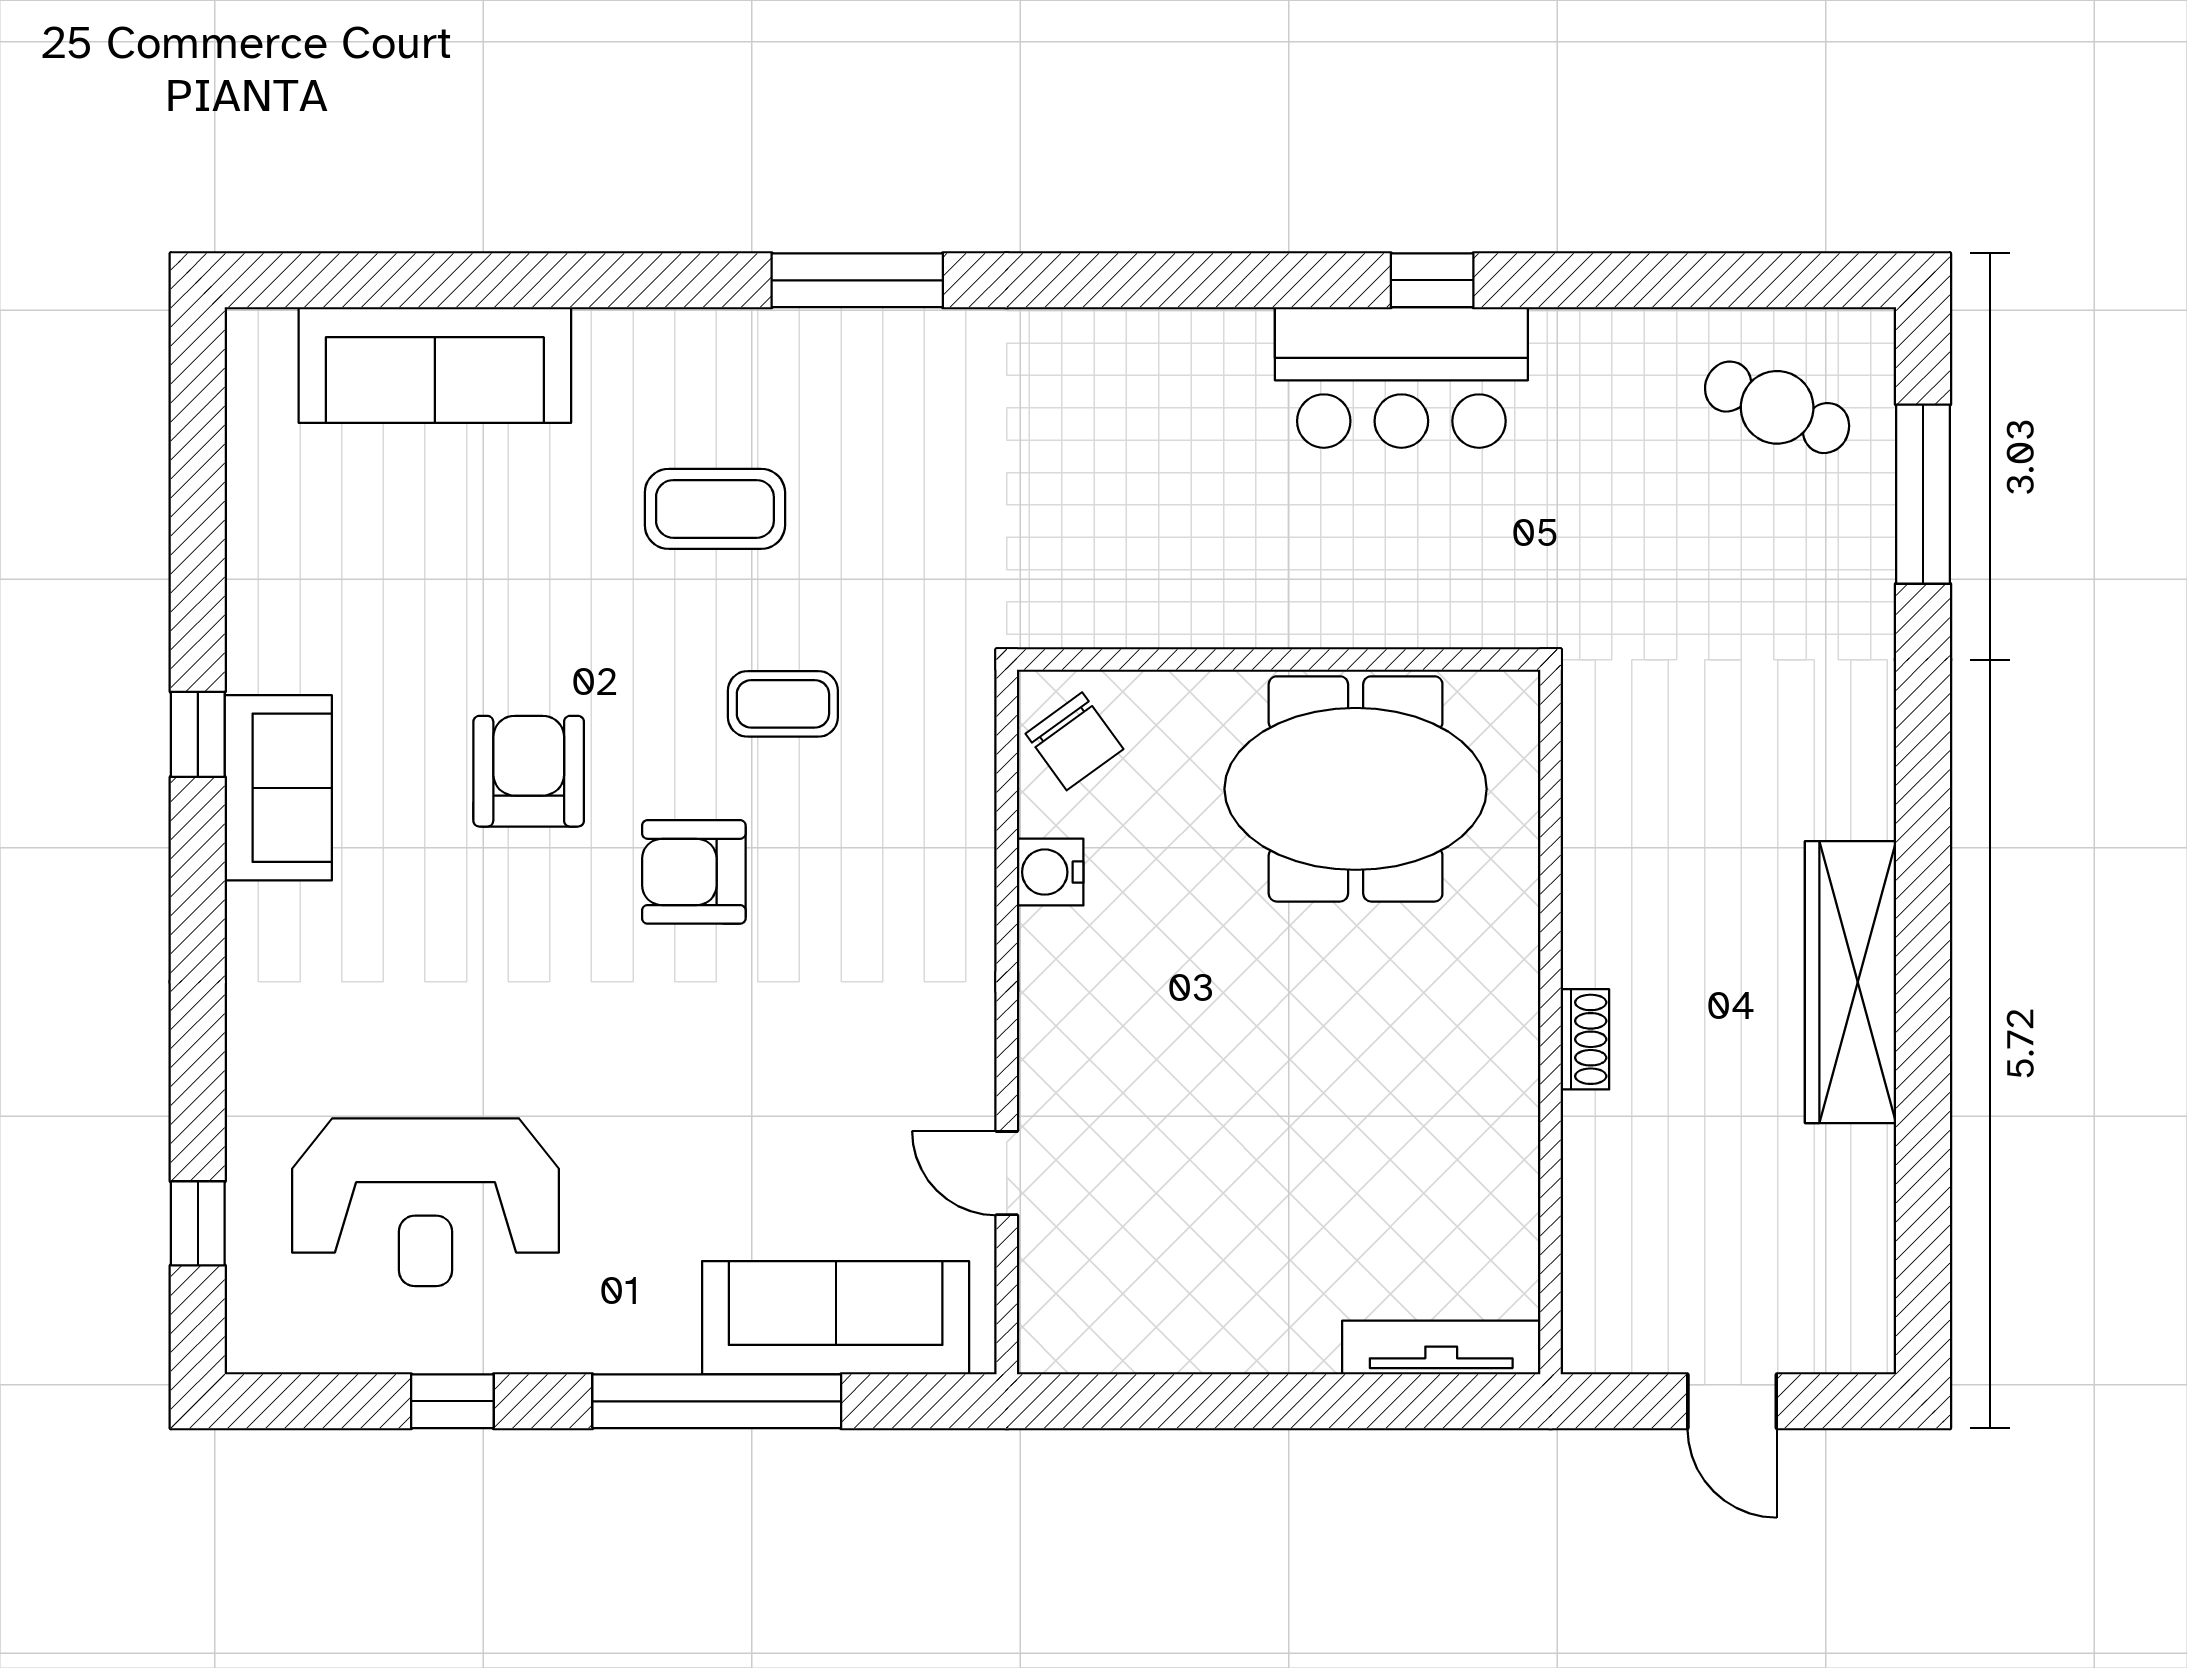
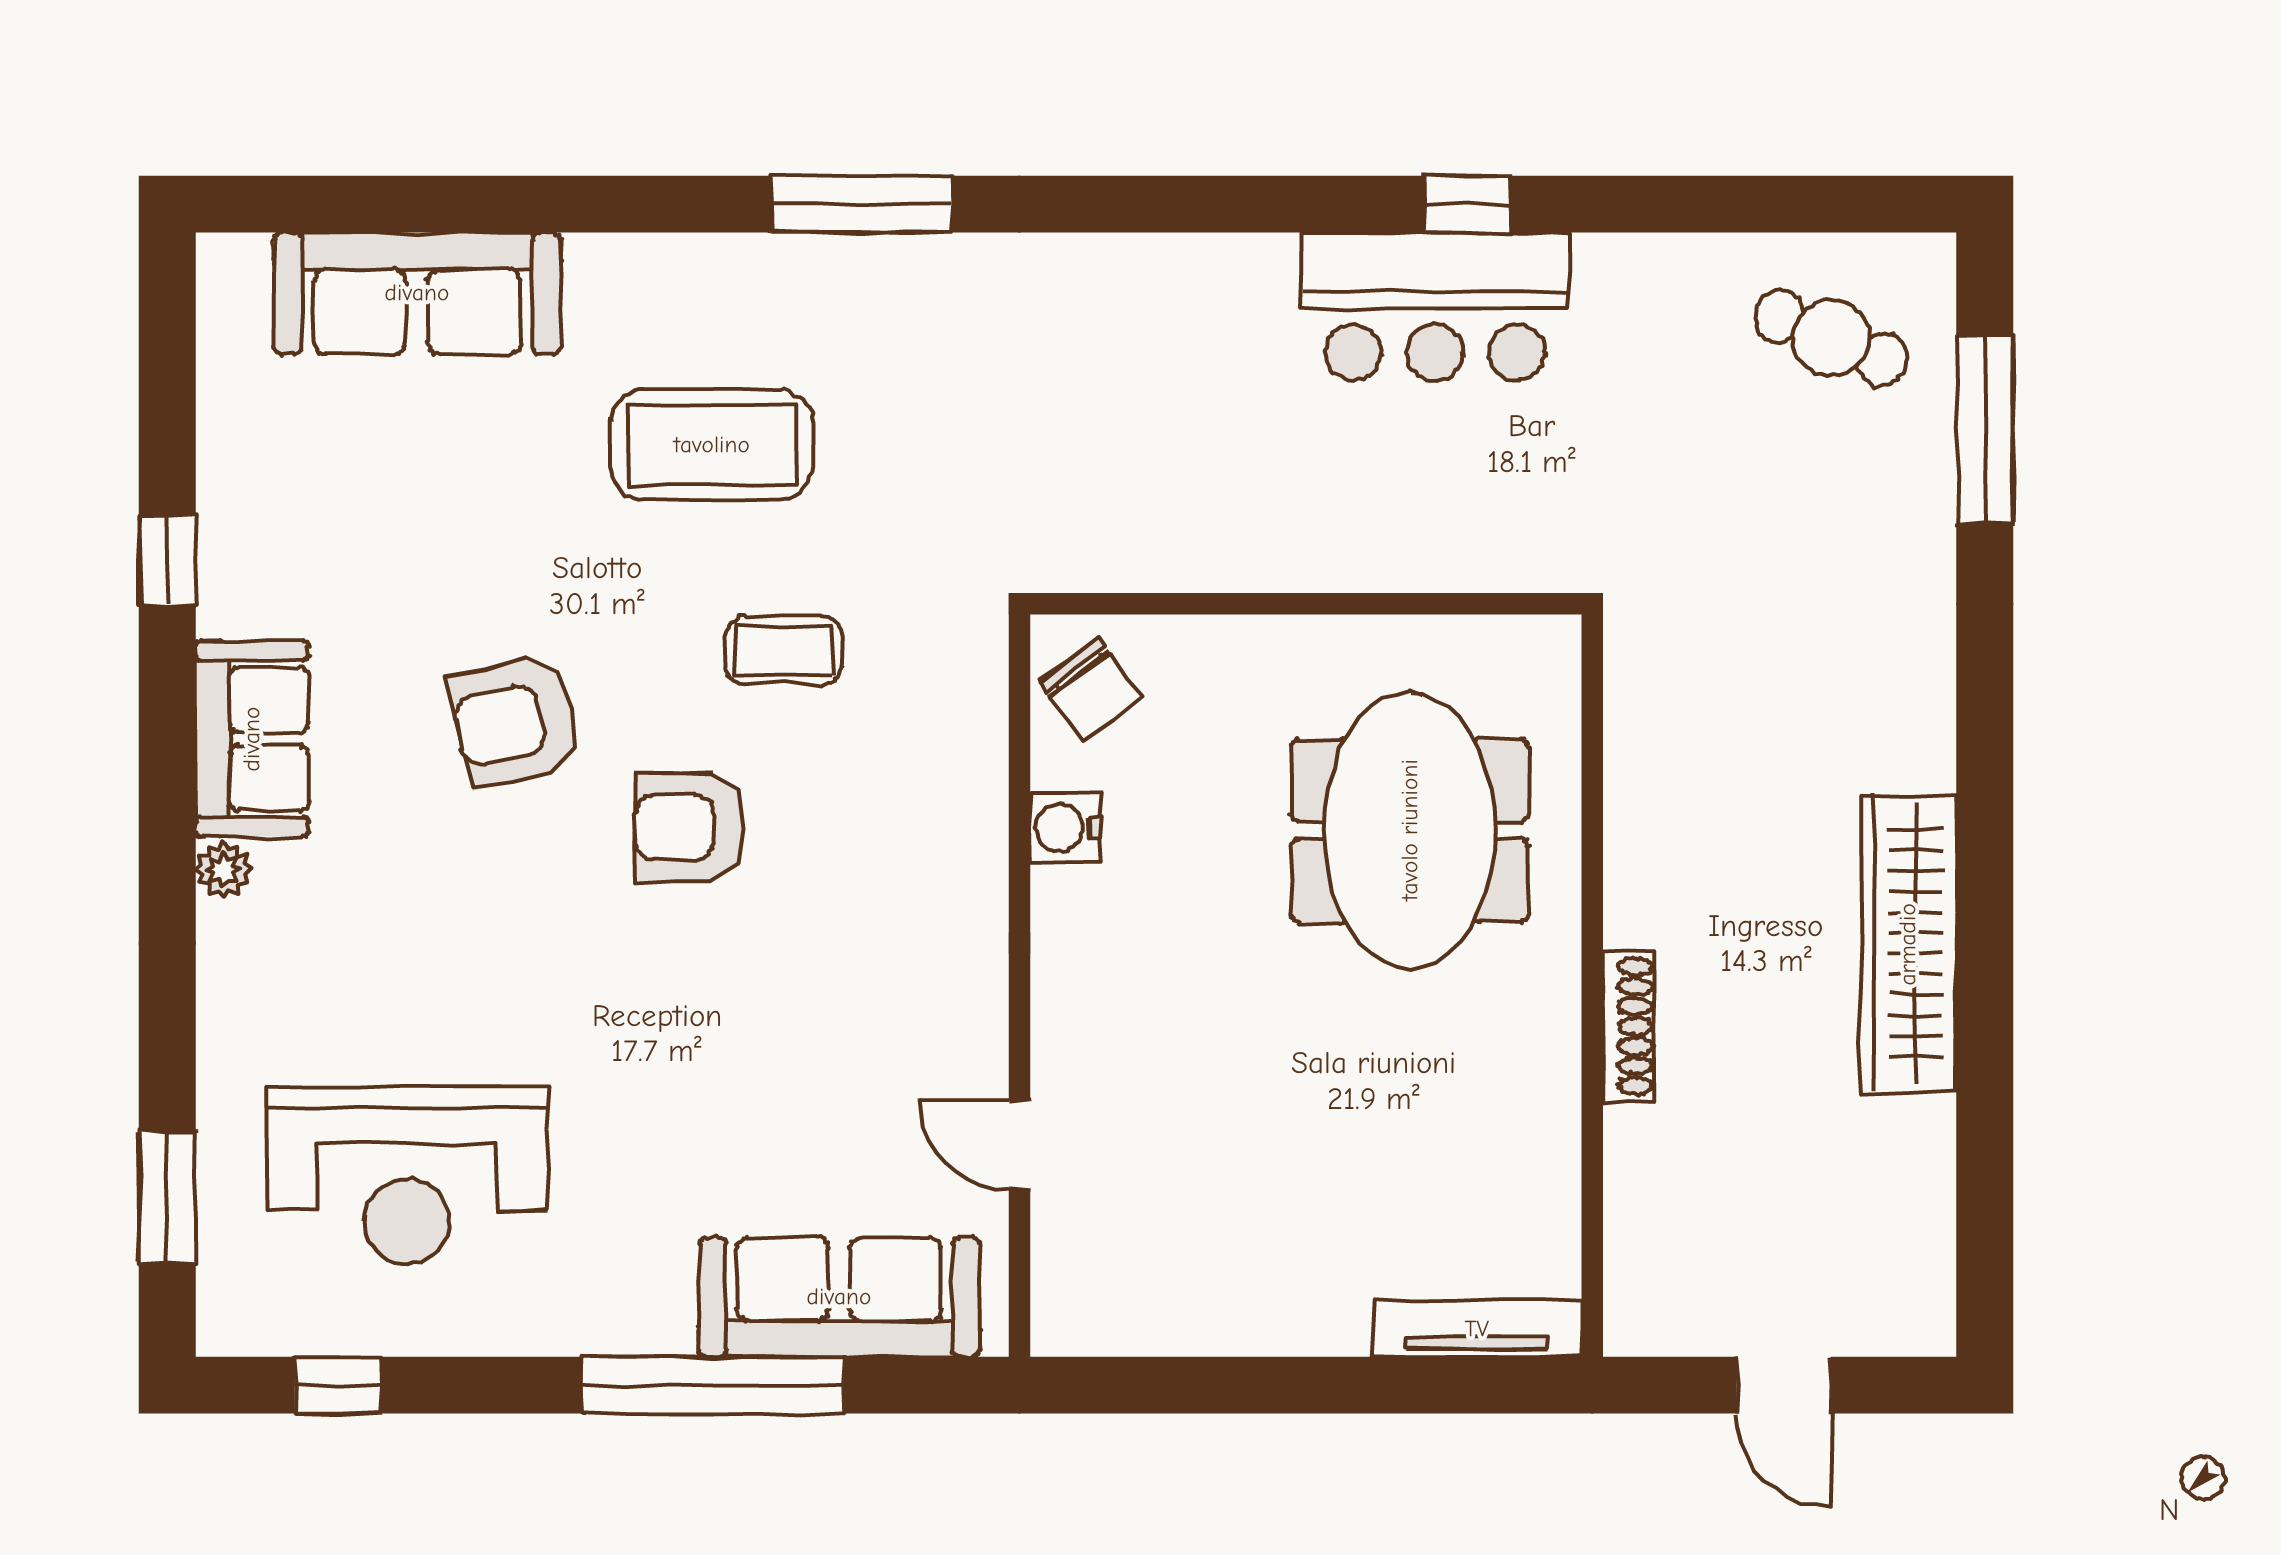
coffee table: (715, 509) -> (712, 445), width x1.36, depth x1.32
window: (198, 734) -> (167, 560), moved
armchair: (529, 771) -> (516, 721), turned -103
meeting table: (1356, 789) -> (1410, 830), moved, turned 90
plant: (251, 912) -> (223, 870), added
shoe rack: (1585, 1039) -> (1628, 1026), width x1.43
window: (198, 1223) -> (167, 1198), width x1.50
window: (452, 1401) -> (338, 1385), moved

